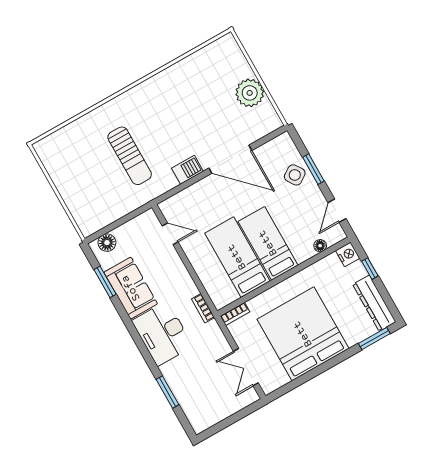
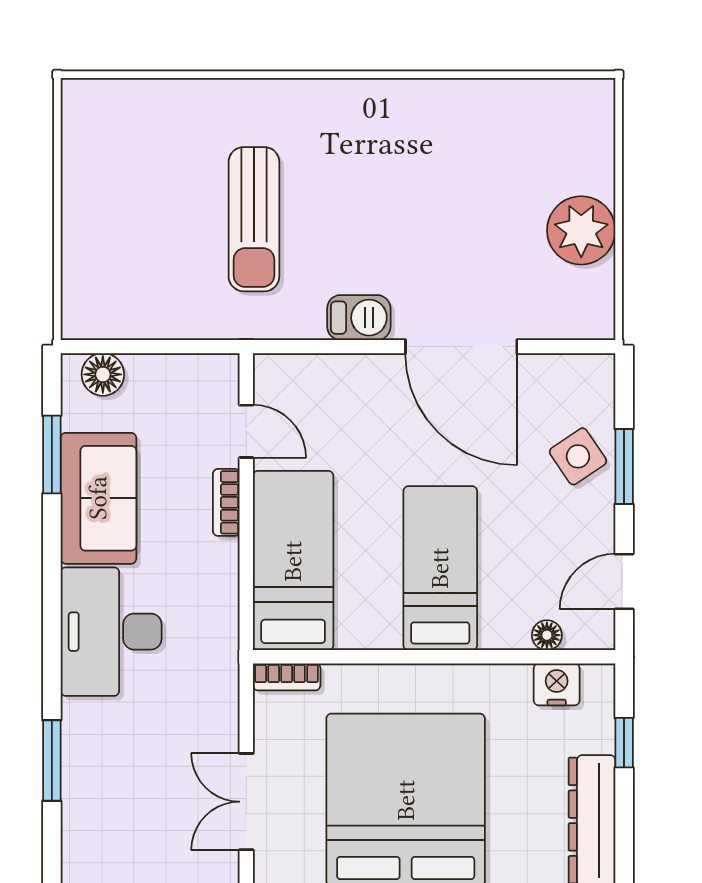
nightstand: (348, 254) -> (557, 684), moved, turned -90
bed: (237, 257) -> (293, 561), moved
bookcase: (203, 308) -> (226, 502), moved

